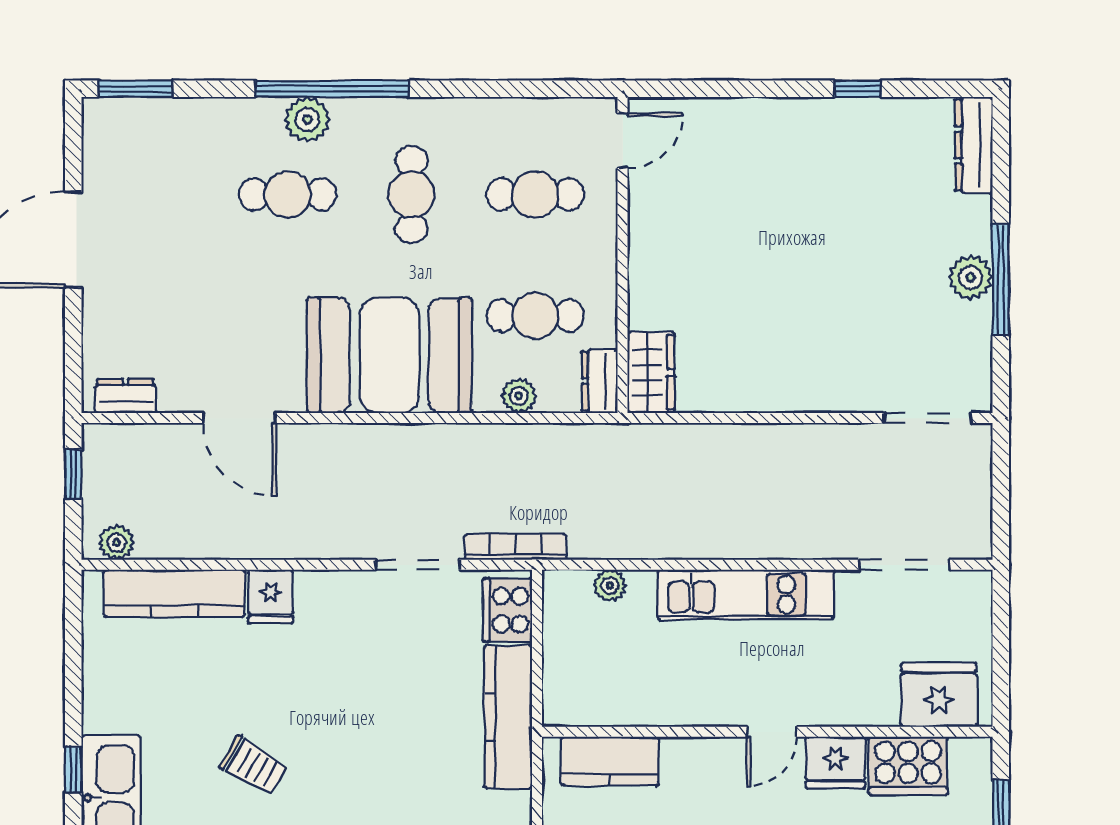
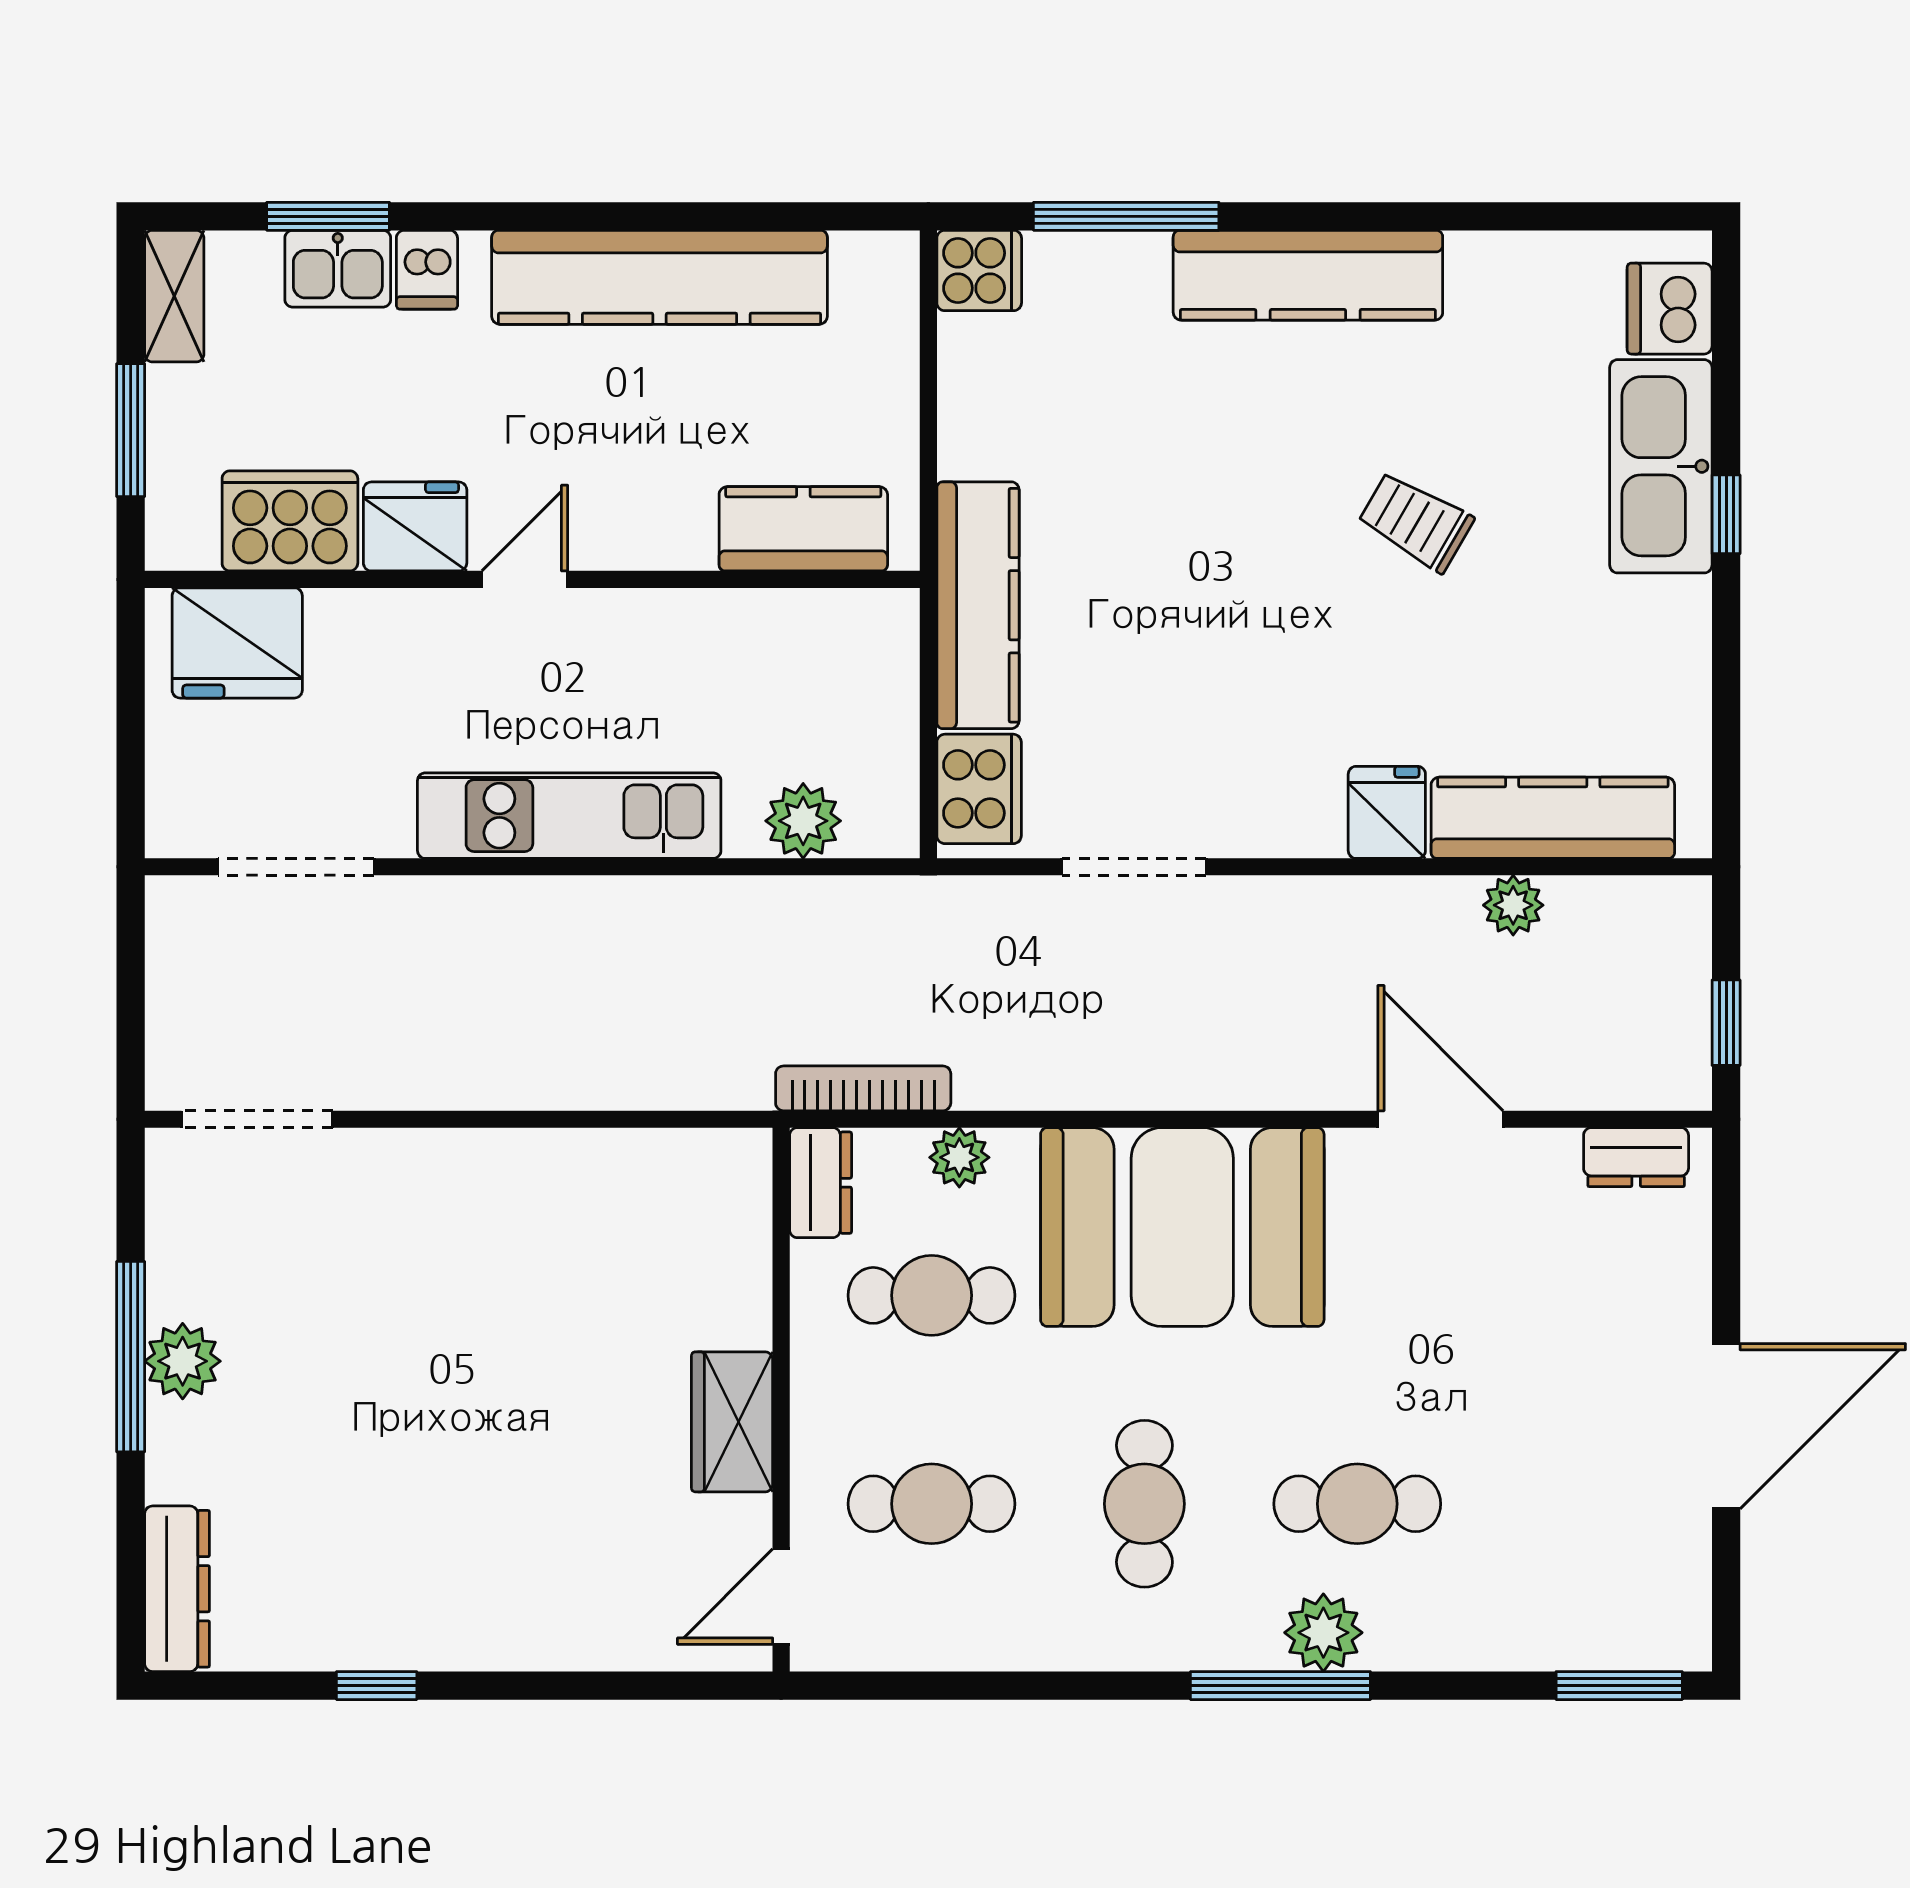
window: (332, 89) -> (1280, 1686), width x0.68
wardrobe: (651, 372) -> (732, 1422), moved
plant: (117, 542) -> (1513, 905), moved
bookcase: (515, 547) -> (863, 1088), moved, turned 180
plant: (610, 586) -> (803, 821), width x1.38, depth x1.38

